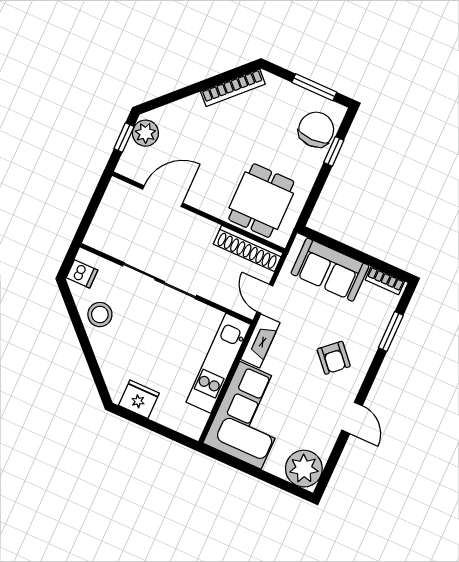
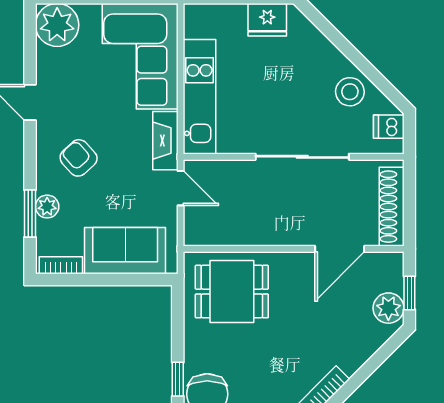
dining table: (261, 201) -> (232, 292), turned 90
shoe rack: (248, 248) -> (392, 207), moved, turned -90
plant: (375, 331) -> (47, 207), added

